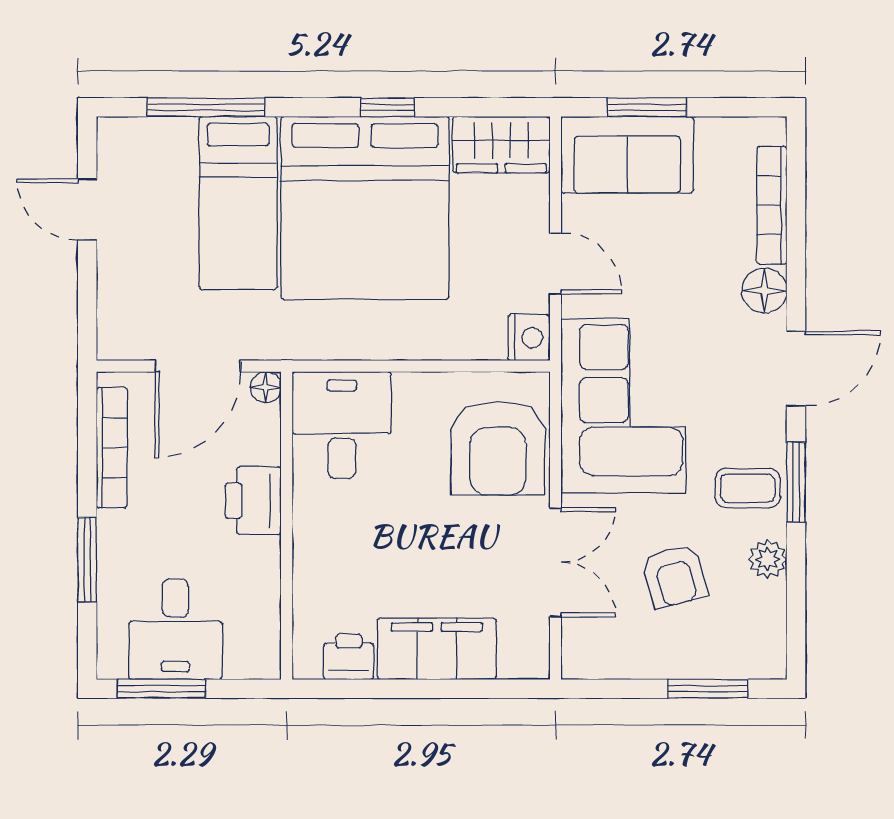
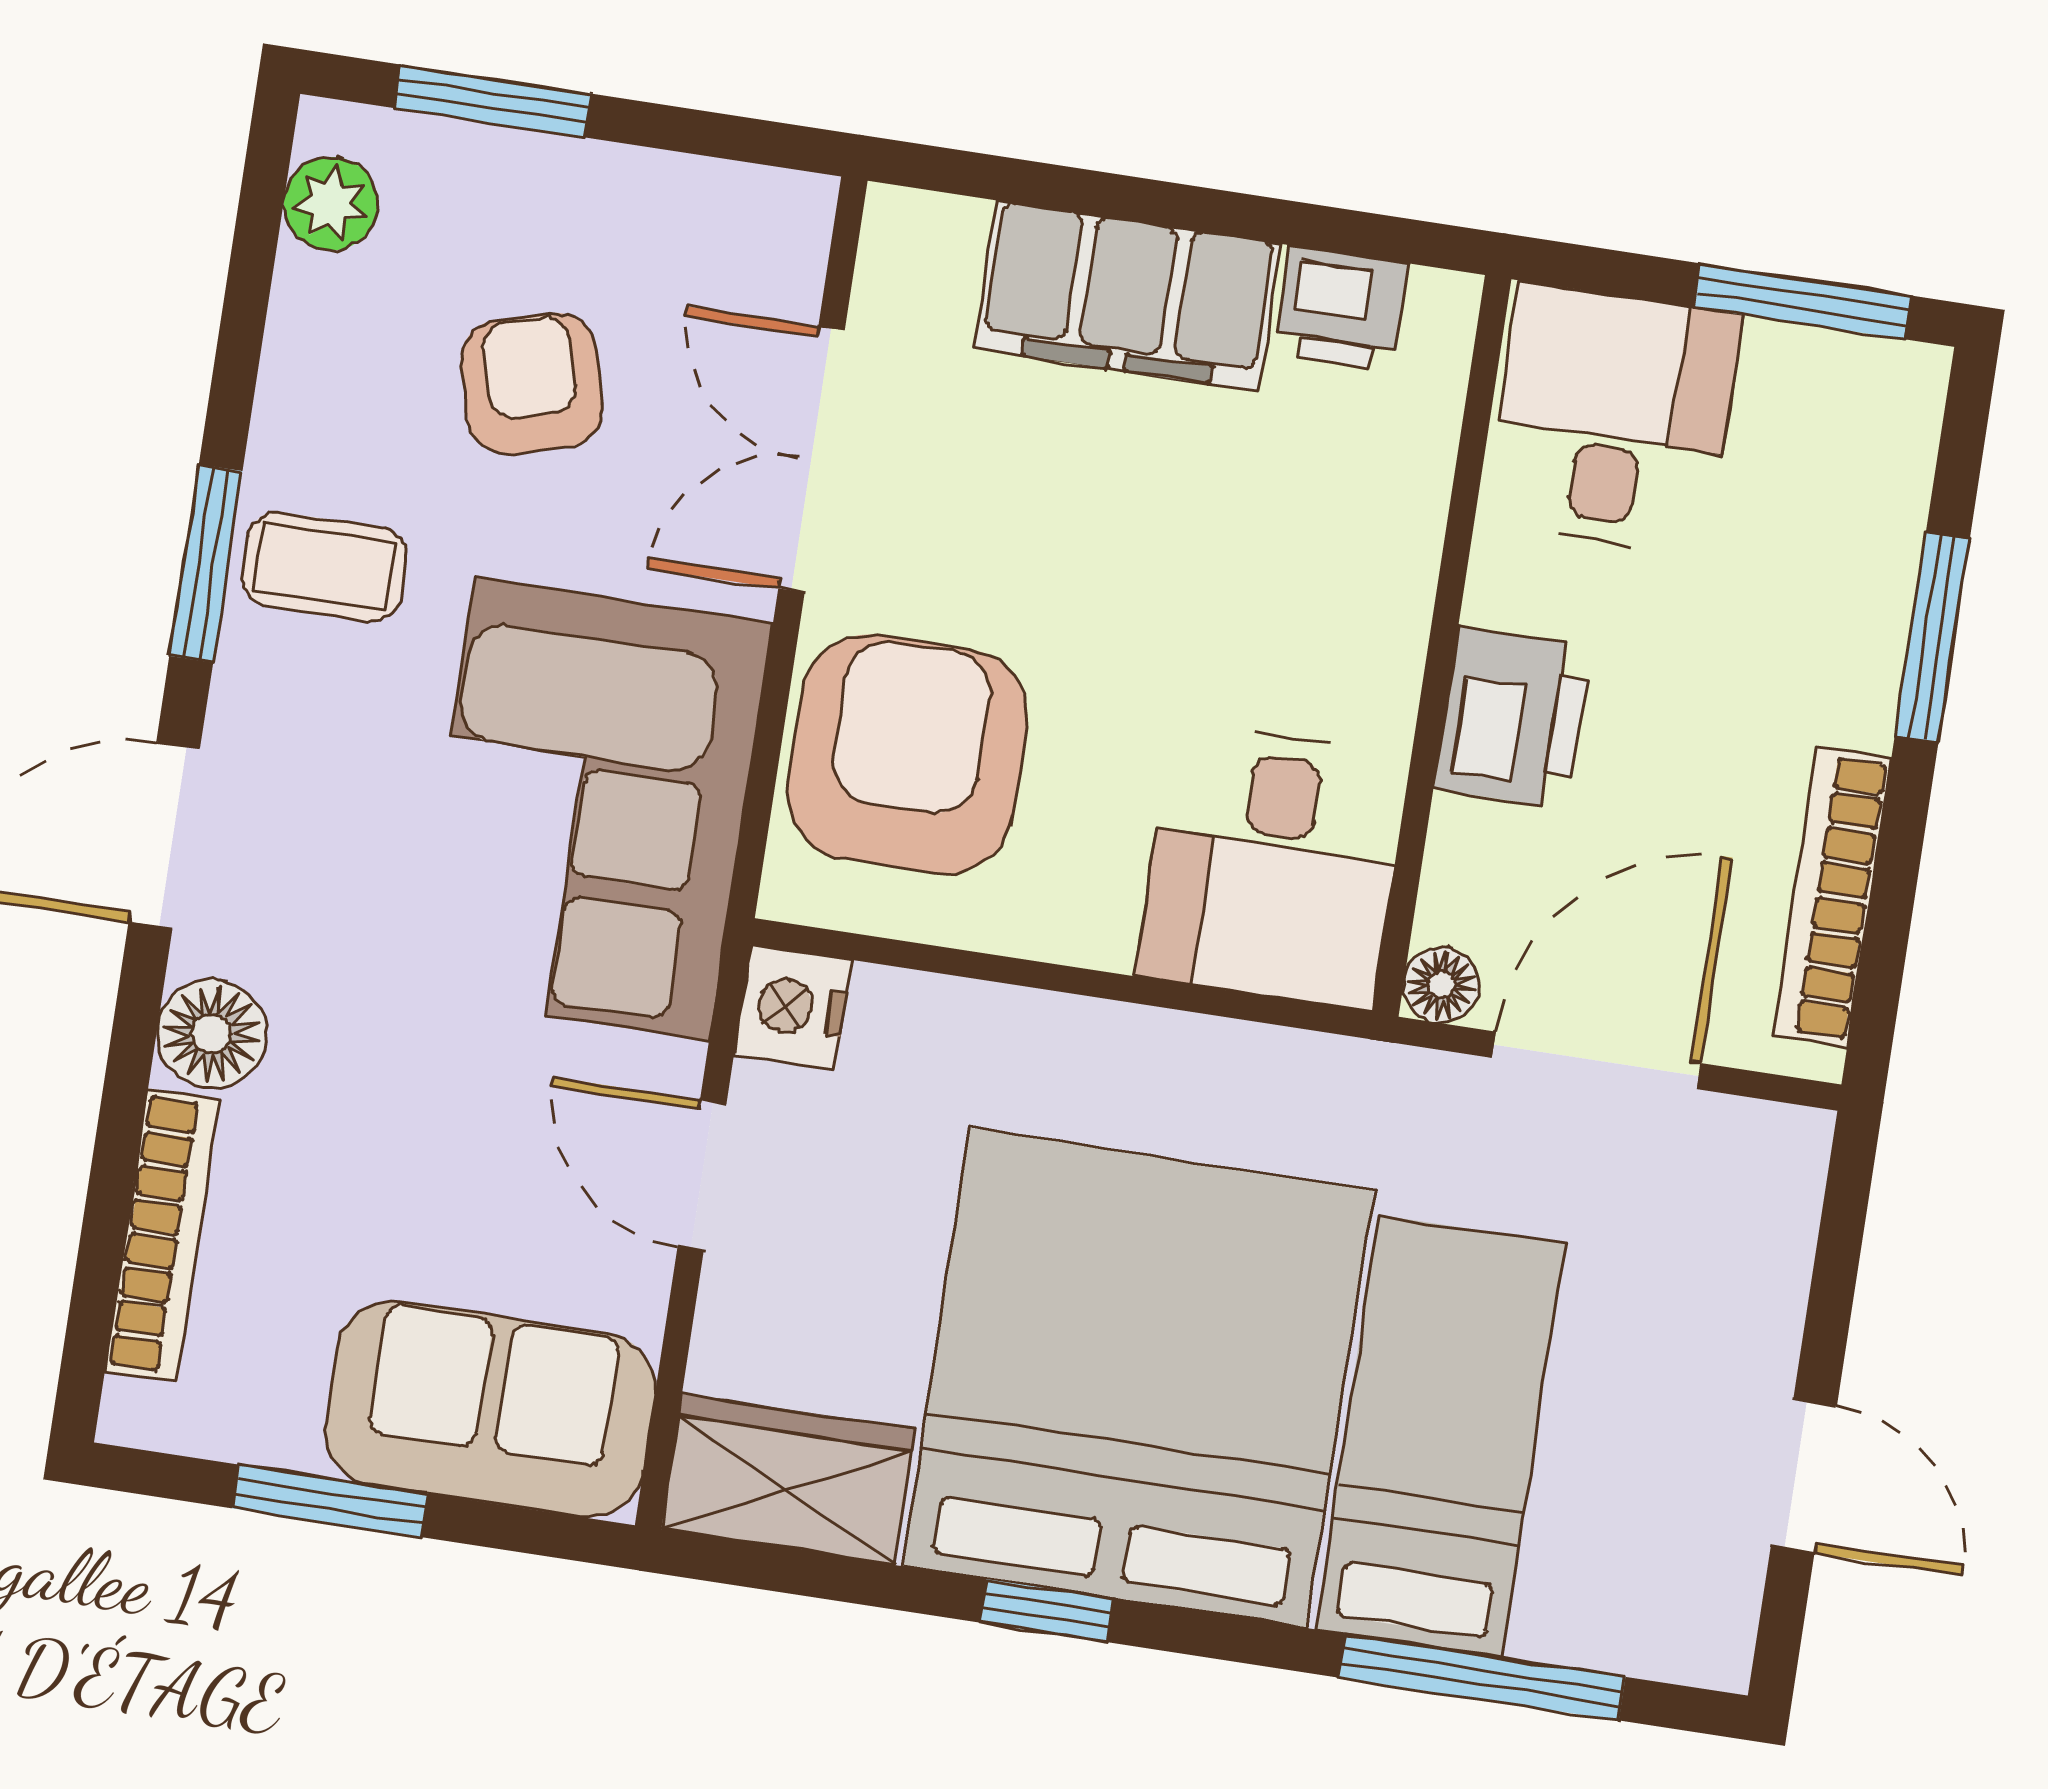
window: (647, 107) -> (330, 1501), moved
plant: (768, 559) -> (331, 204), moved
desk: (175, 629) -> (1613, 418), moved

